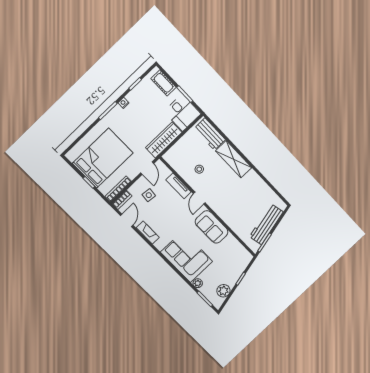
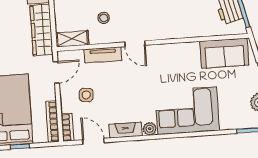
shelving: (173, 161) -> (72, 39), added
door: (147, 168) -> (56, 72), hinge flipped
sofa: (212, 227) -> (224, 53), moved
plant: (198, 283) -> (150, 129), moved

